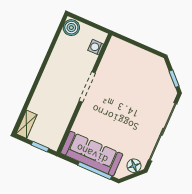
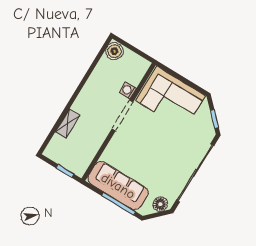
washing machine: (96, 47) -> (128, 90), moved
corner sofa: (130, 64) -> (170, 98), added
shelving: (27, 124) -> (68, 124), moved

